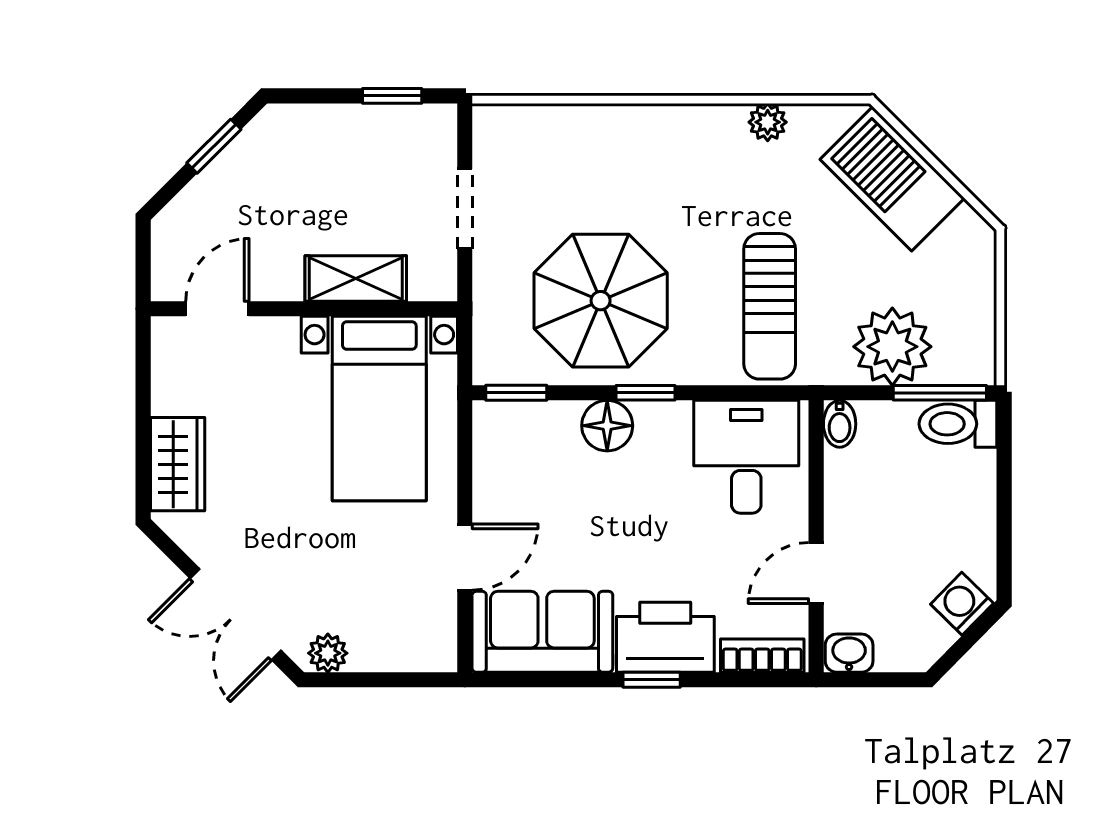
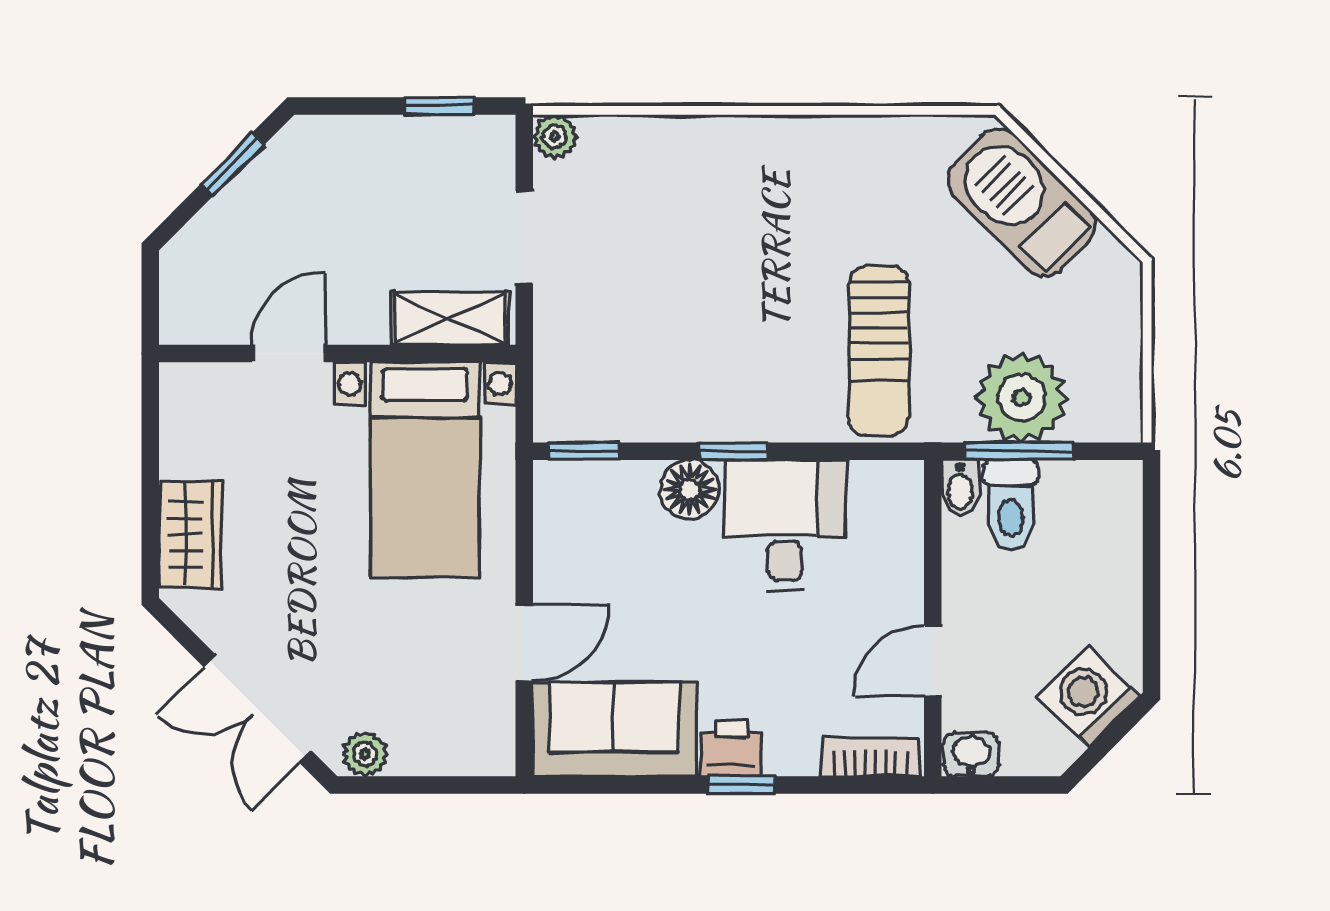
plant: (768, 122) -> (555, 136), moved
shelving: (356, 278) -> (450, 318), moved
parasol: (601, 301) -> (682, 344), removed
door: (217, 309) -> (288, 353), moved
window: (940, 393) -> (1020, 451), moved
toilet: (958, 424) -> (1011, 505), moved, turned -90
desk: (746, 457) -> (785, 526), moved
washing machine: (962, 604) -> (1088, 697), width x1.38, depth x1.38
printer: (665, 637) -> (731, 749), width x0.53, depth x0.68

